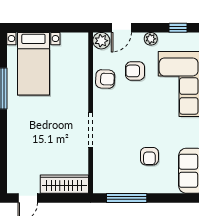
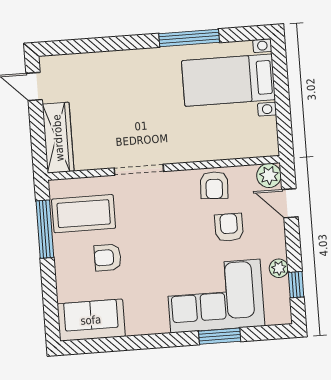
plant: (151, 39) -> (279, 268), moved
coffee table: (118, 170) -> (84, 214), added

